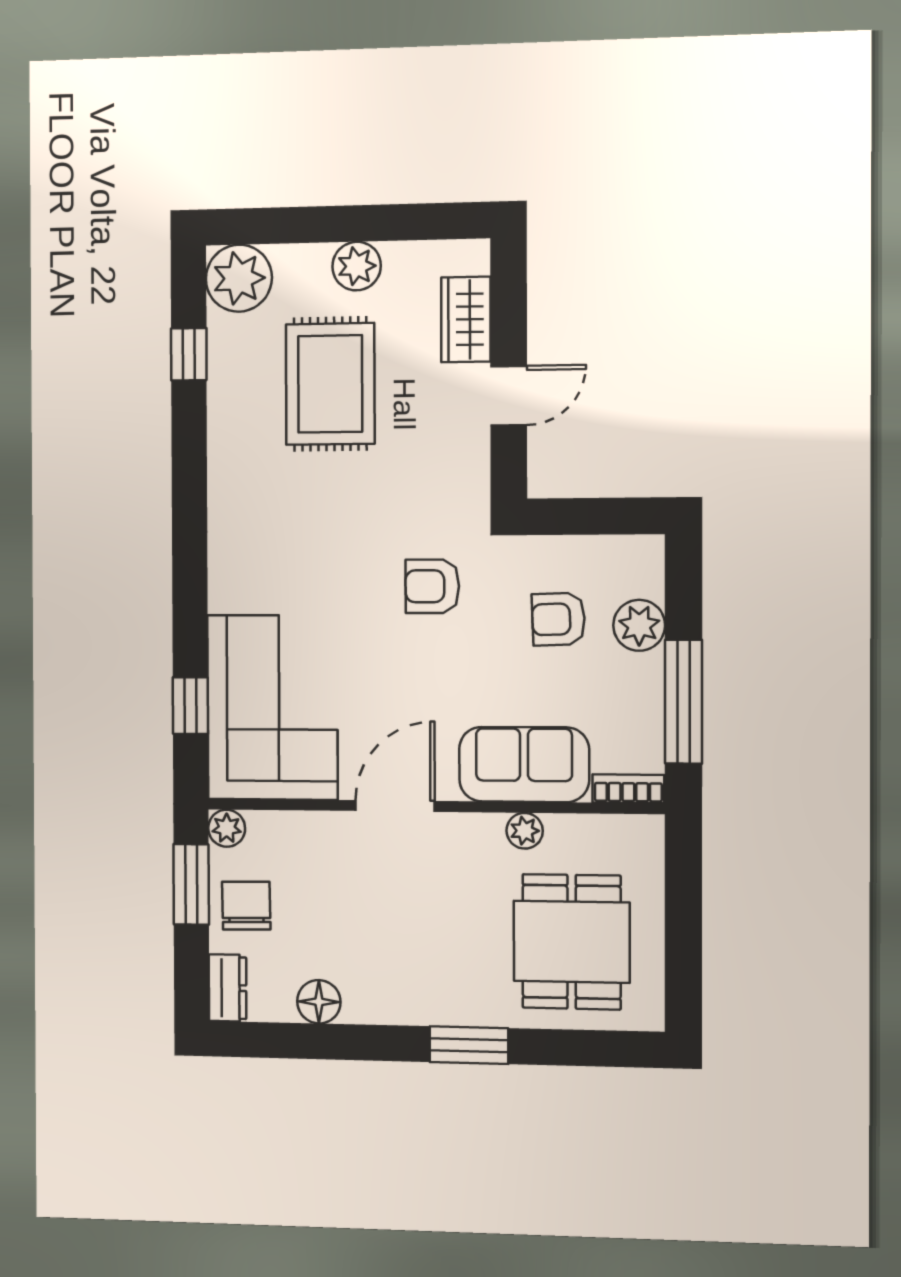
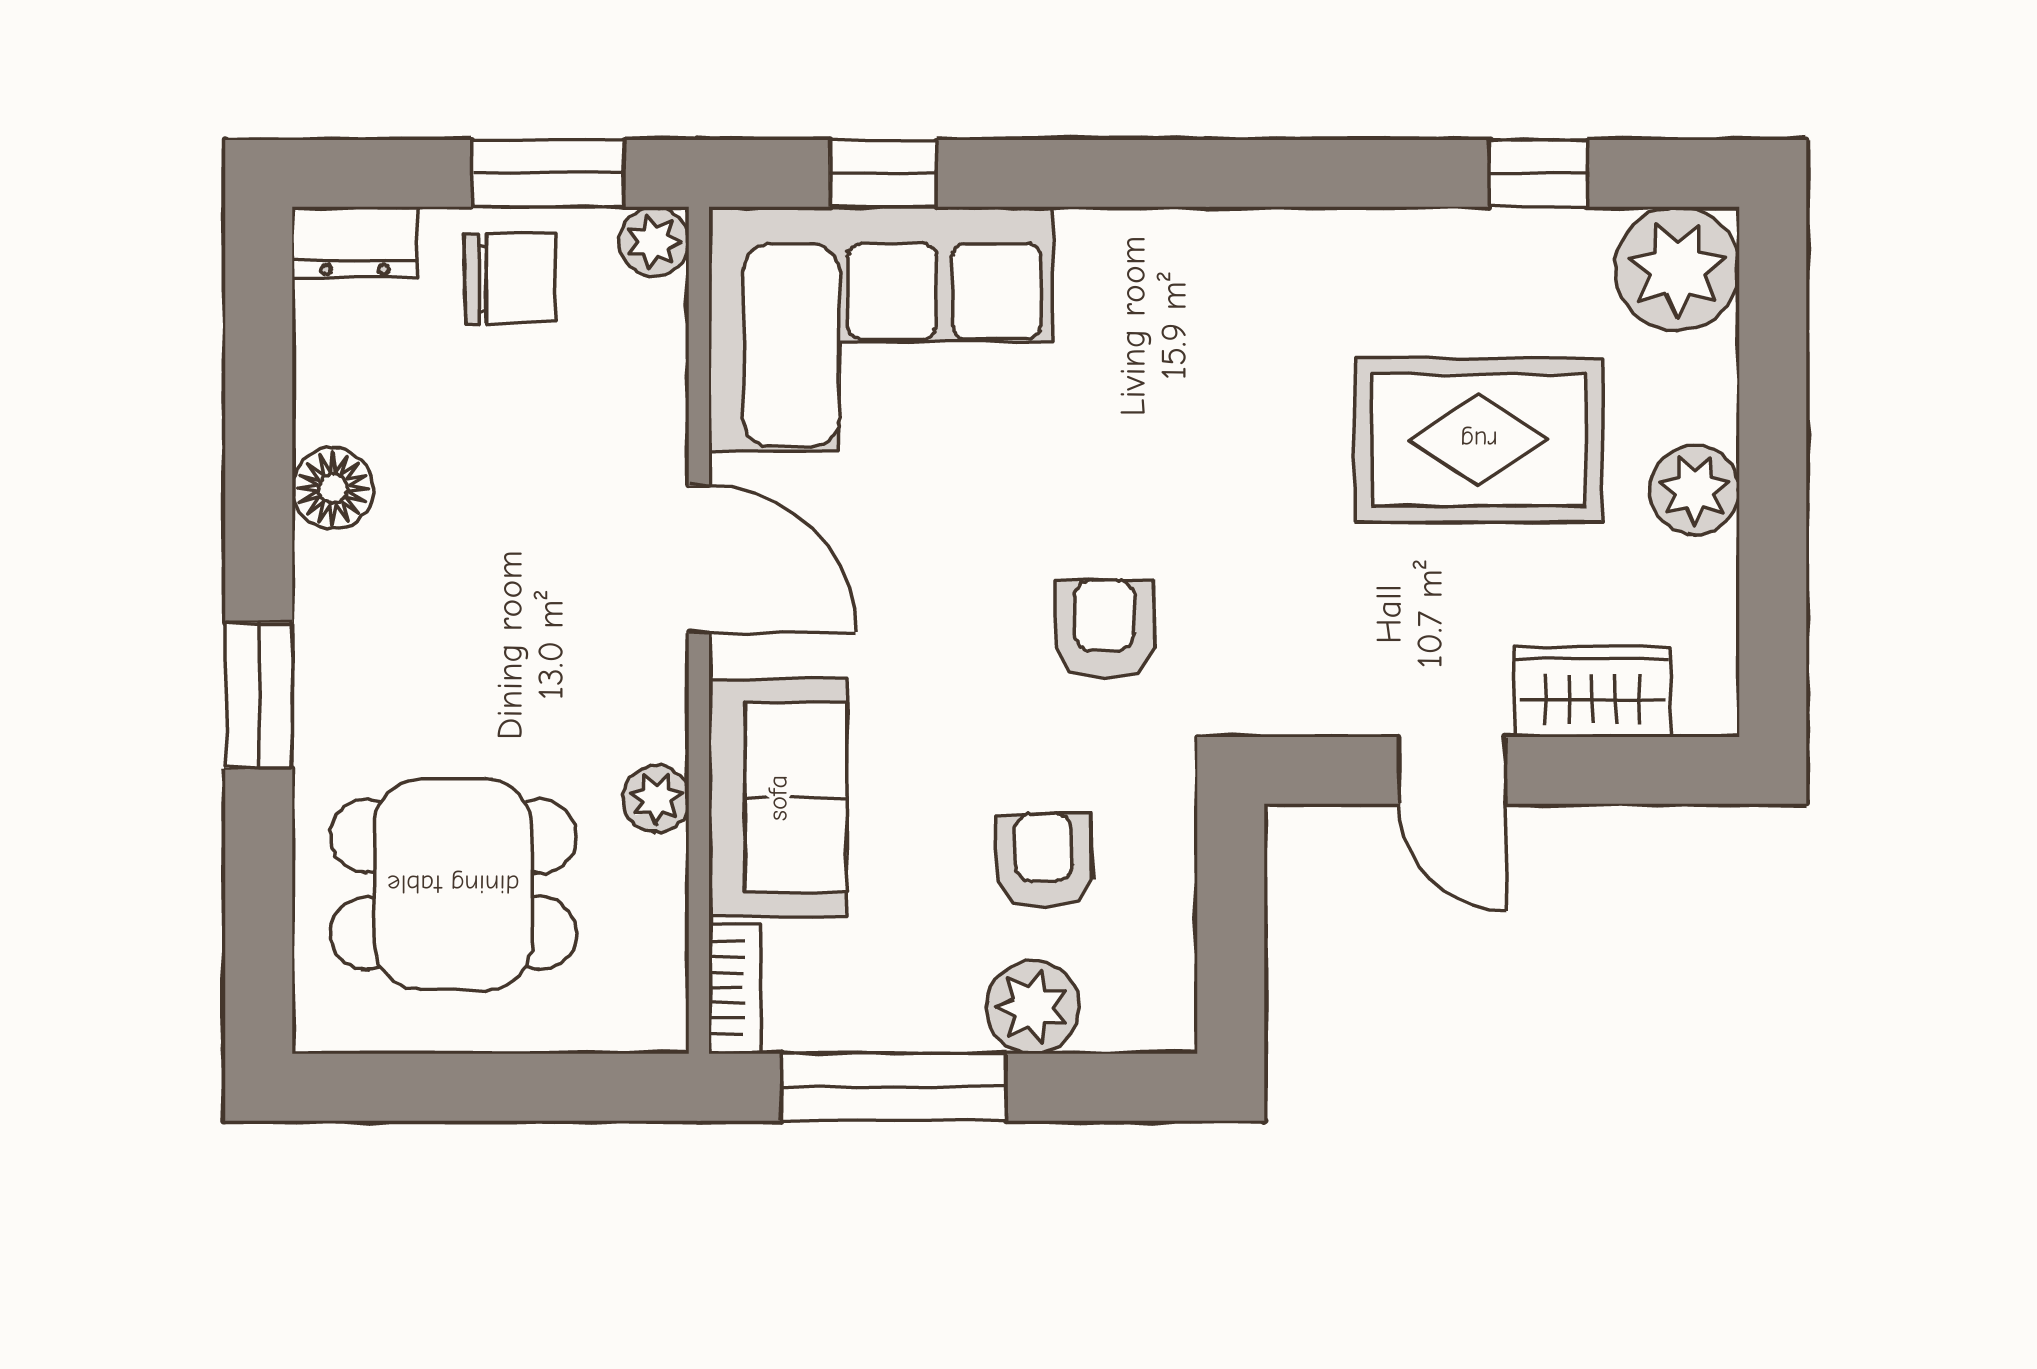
floor lamp: (319, 1002) -> (333, 488), moved

